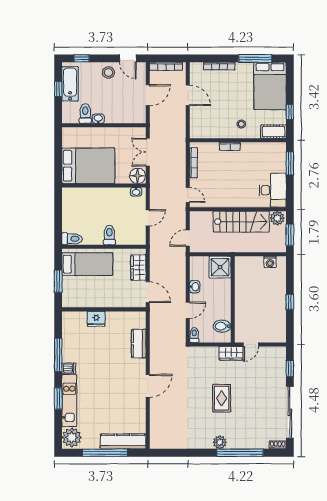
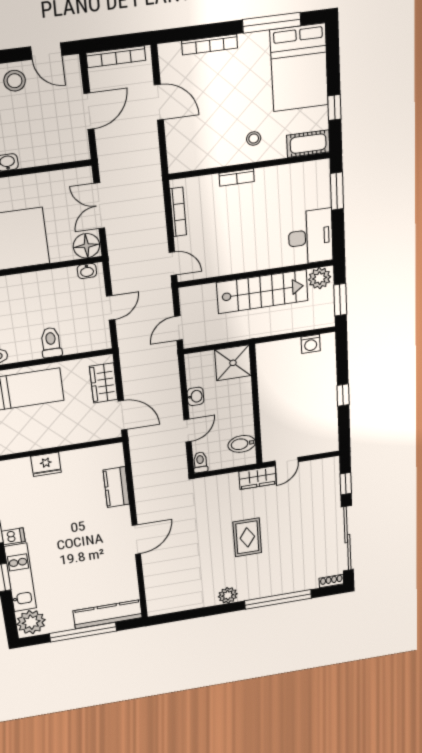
plant: (220, 442) -> (228, 595), moved

